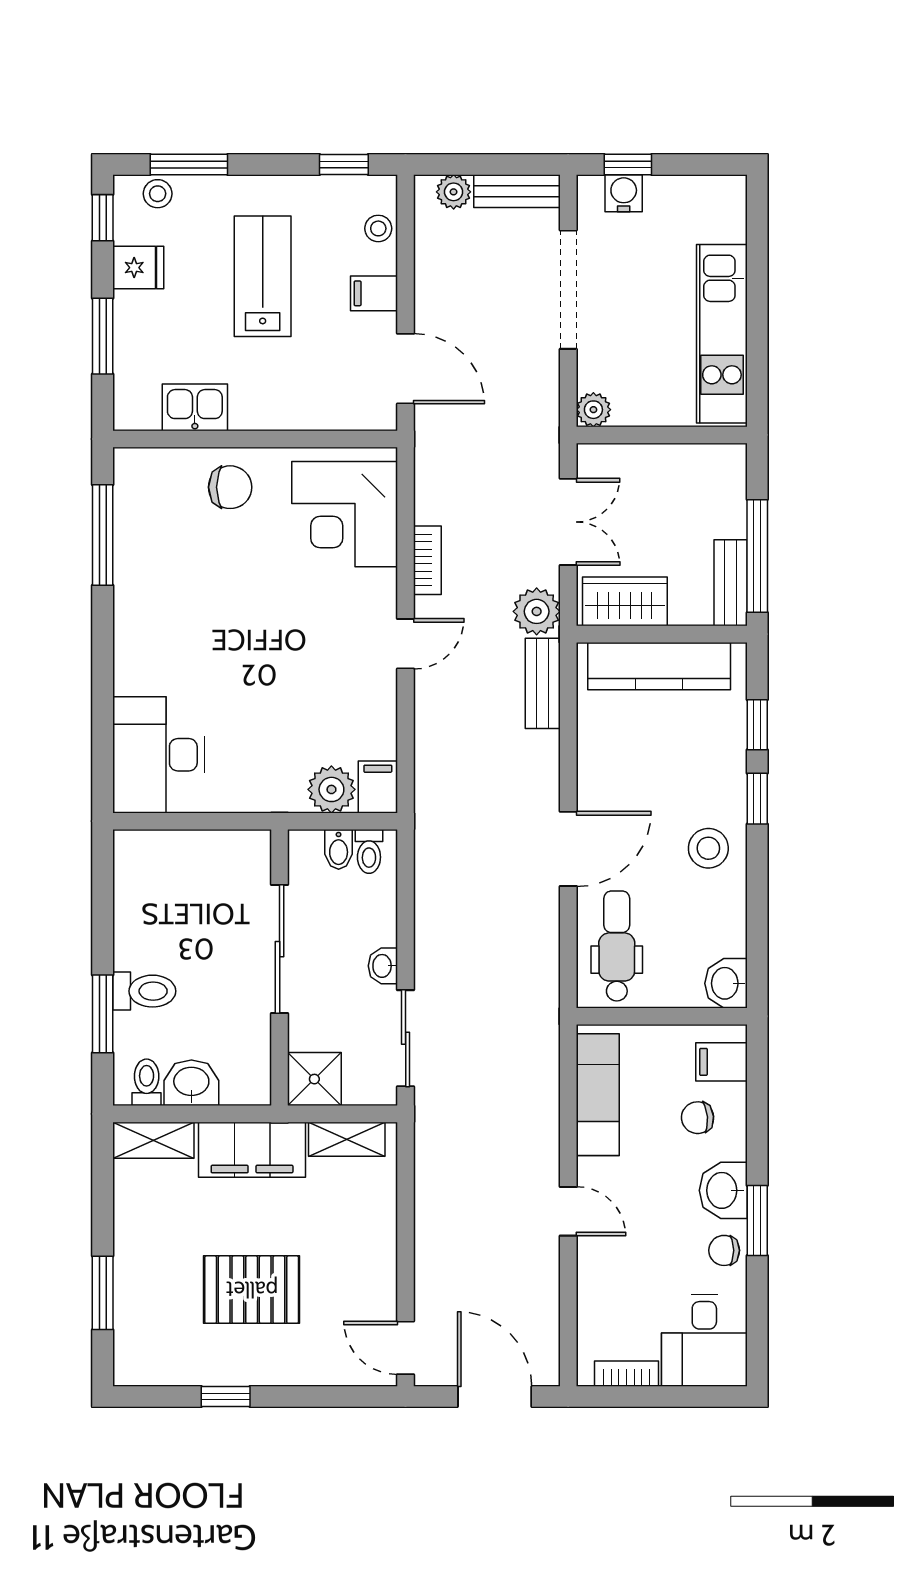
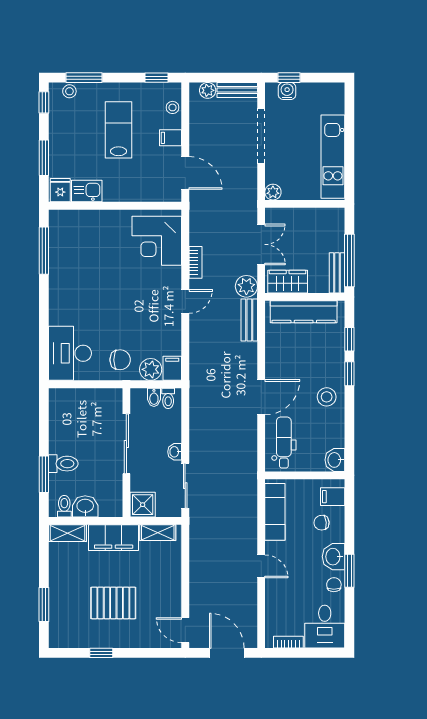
fridge: (138, 268) -> (60, 190), moved, turned -90
chair: (230, 487) -> (120, 360), moved
chair: (724, 1250) -> (334, 585), turned 90

